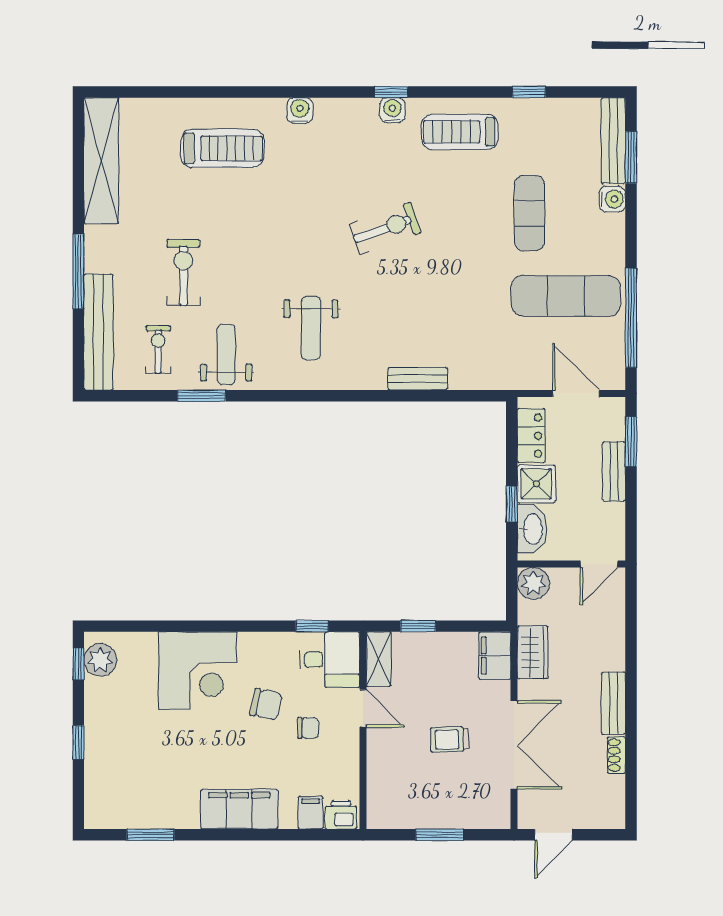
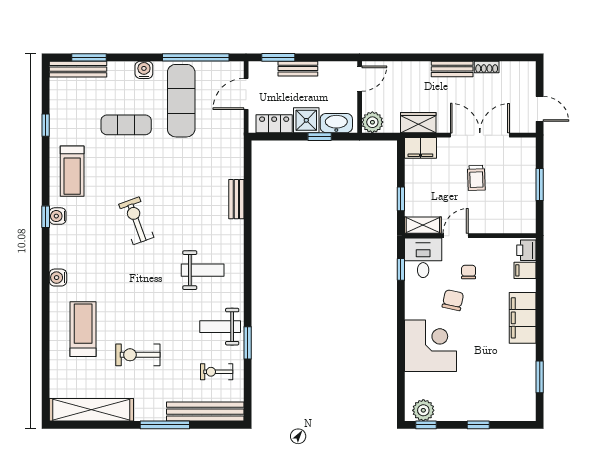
water cooler: (612, 199) -> (144, 70), moved
exercise bike: (183, 273) -> (138, 355), moved
door: (599, 564) -> (360, 79), hinge flipped

